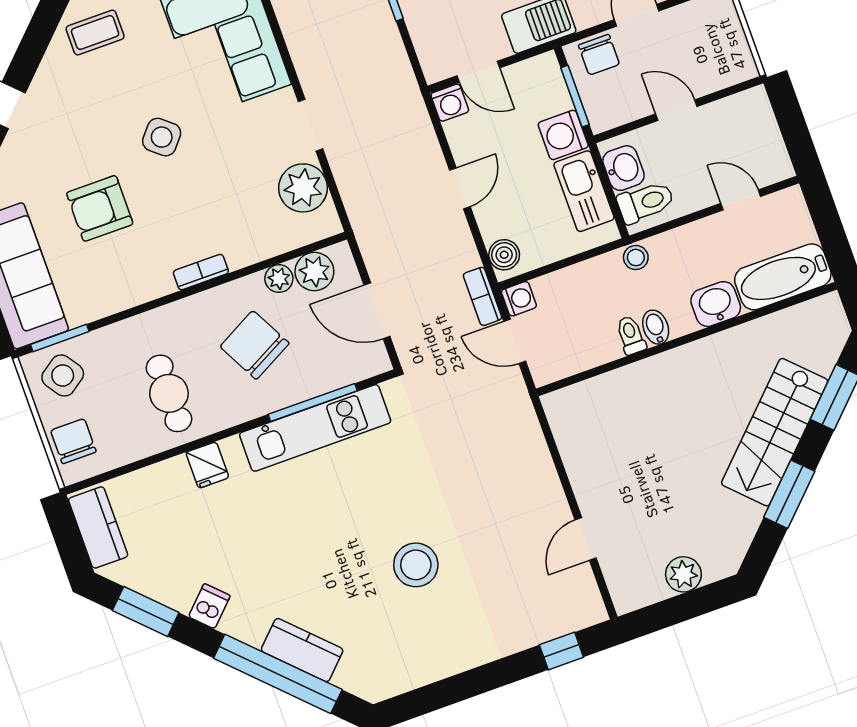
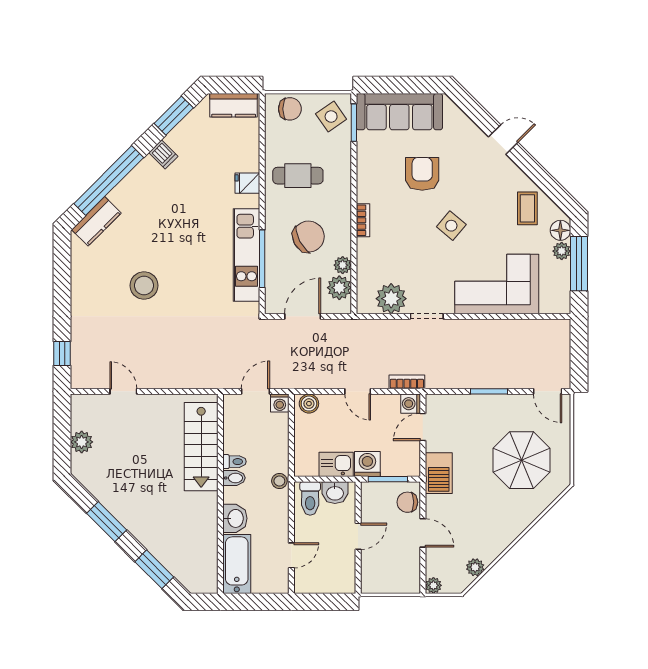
kitchen sink: (584, 191) -> (336, 464), width x0.73
bookcase: (482, 296) -> (407, 382), moved
stairs: (775, 432) -> (201, 447), moved, turned -135
kitchen counter: (302, 650) -> (96, 221), moved

